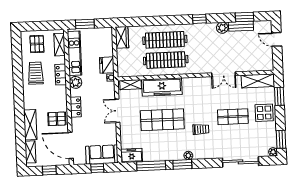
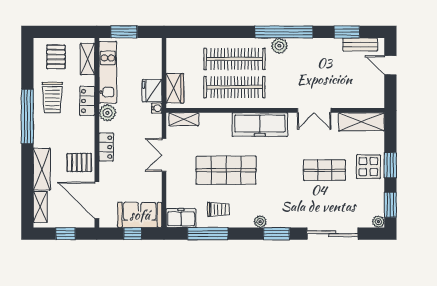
window: (199, 19) -> (284, 32), width x3.17
bench: (241, 26) -> (360, 45), moved
plant: (222, 28) -> (279, 46), moved
wardrobe: (122, 37) -> (175, 88), moved
trolley: (36, 73) -> (52, 98), turned 180
window: (18, 87) -> (27, 116), added
freezer: (162, 87) -> (260, 125), moved
window: (279, 96) -> (390, 165), moved
trolley: (201, 129) -> (218, 209), moved
window: (182, 164) -> (276, 234), moved

